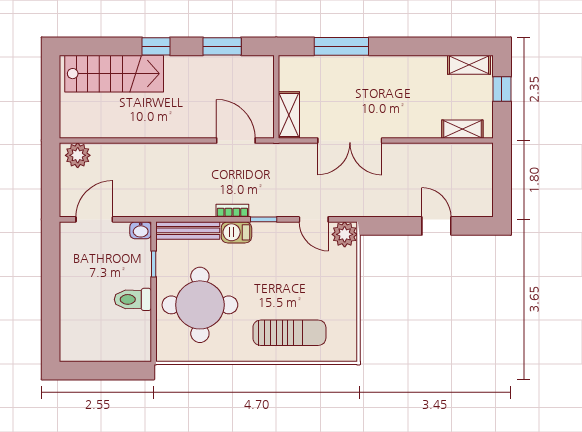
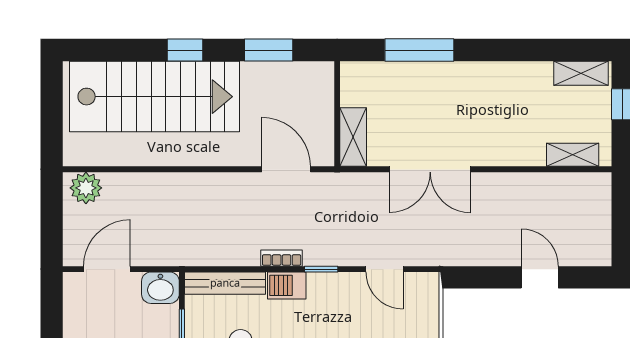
stairs: (114, 74) -> (155, 97), width x1.36, depth x1.51
washbasin: (141, 230) -> (160, 288), width x1.38, depth x1.45
plant: (345, 234) -> (424, 288), removed

